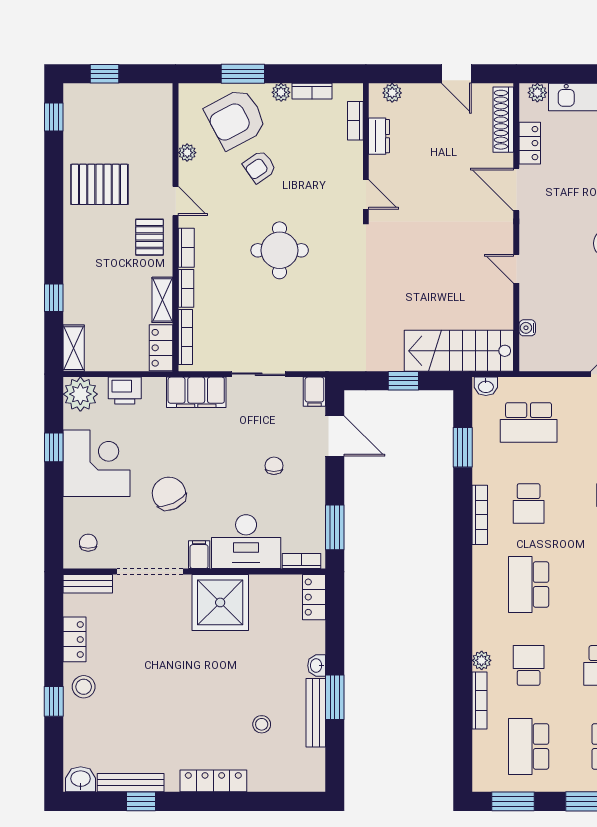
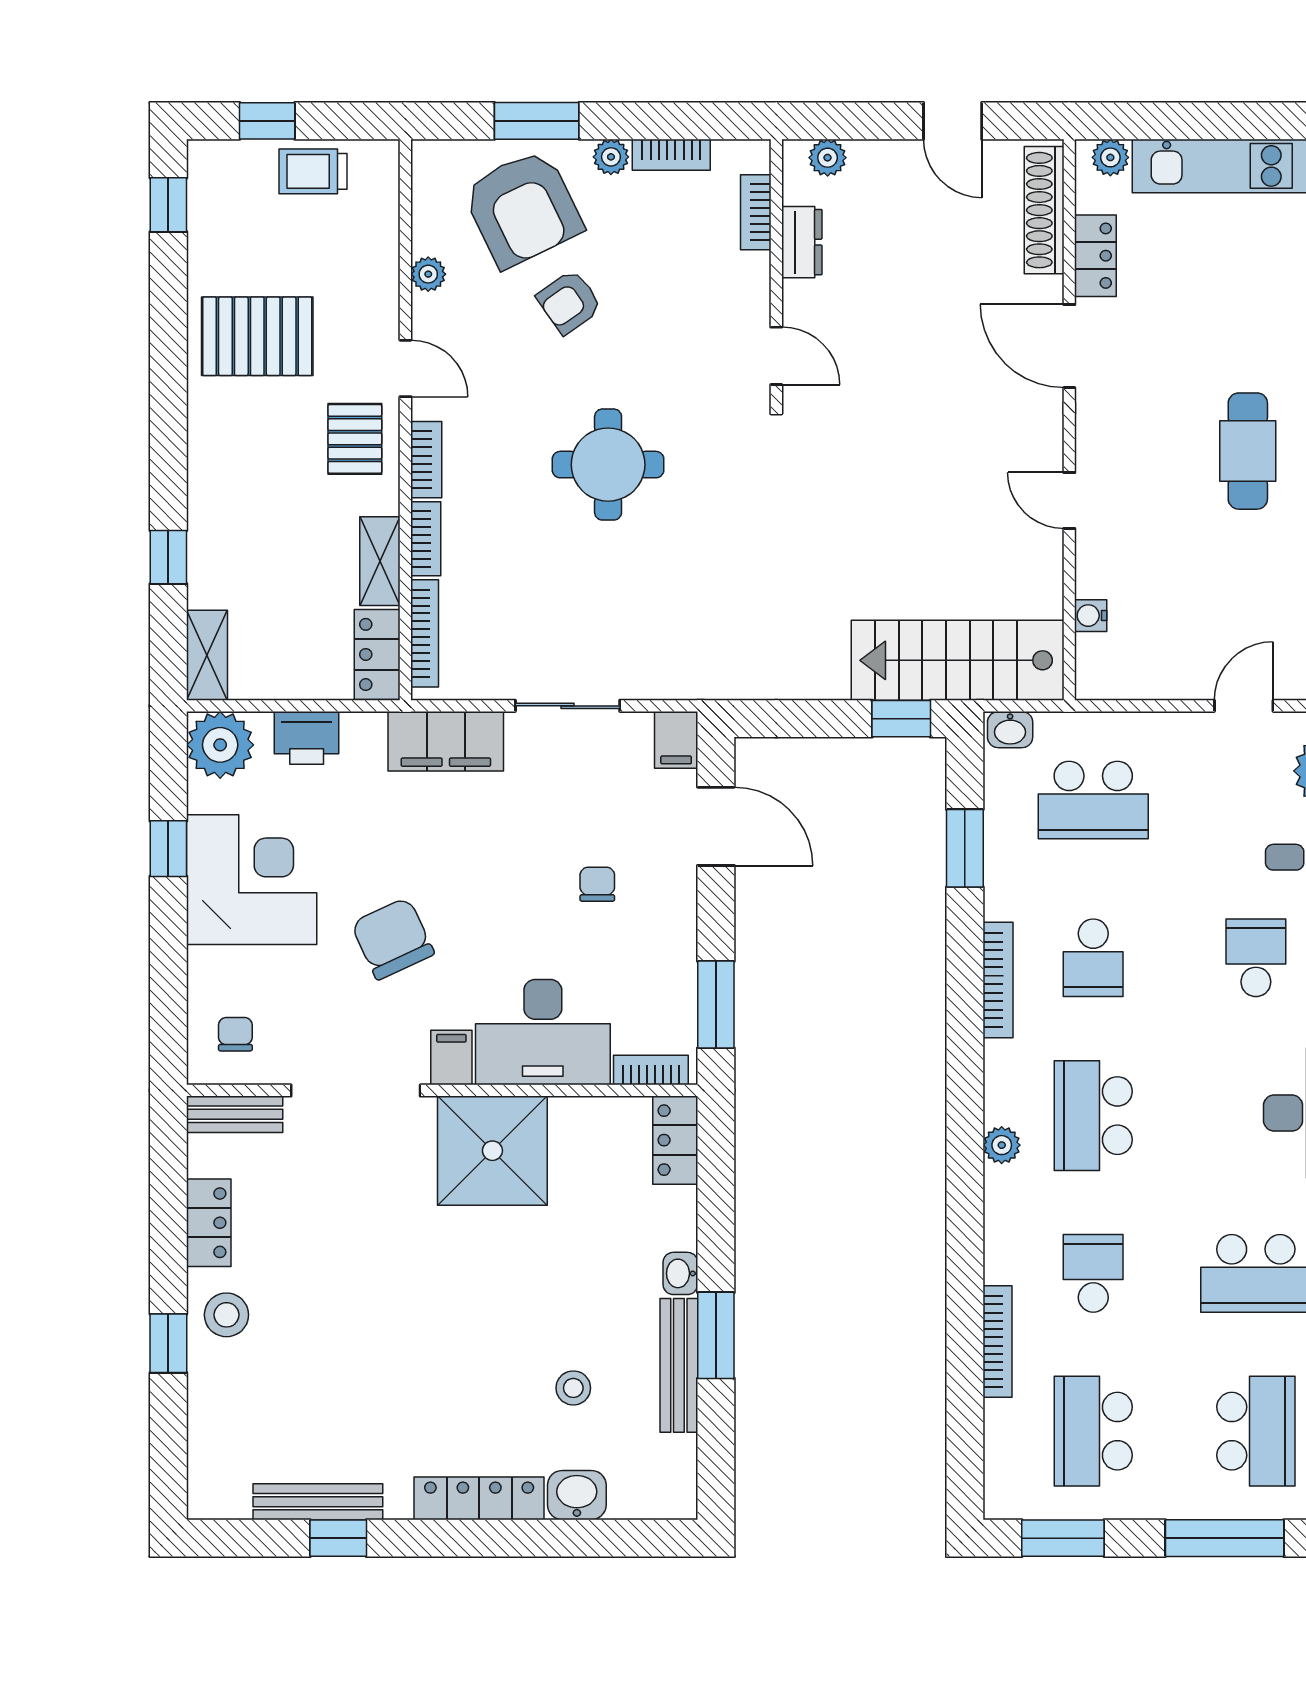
trolley: (128, 100) -> (313, 171), added
armchair: (236, 119) -> (523, 208), turned -88
window: (403, 381) -> (901, 719), moved
plant: (482, 660) -> (1002, 1145), moved
washbasin: (81, 779) -> (577, 1495), moved

